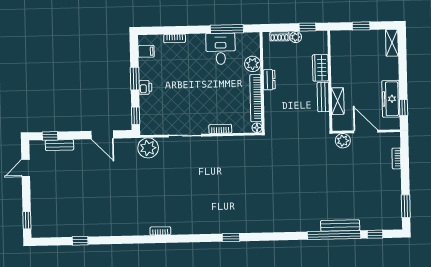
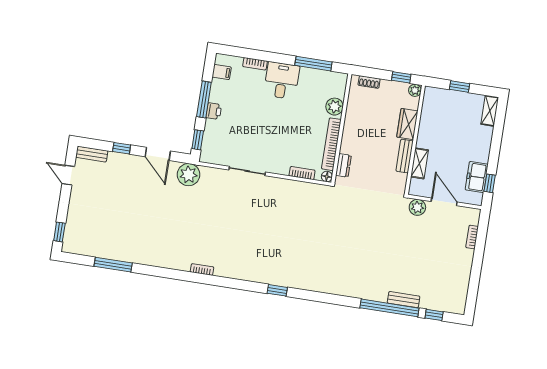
plant: (296, 37) -> (415, 90), moved
desk: (221, 49) -> (282, 81), moved
window: (135, 79) -> (204, 100), width x1.44
dresser: (269, 80) -> (343, 165), moved
freezer: (391, 99) -> (477, 177), width x0.71
bookcase: (220, 129) -> (302, 173), moved
window: (50, 136) -> (122, 148), moved
bench: (60, 145) -> (92, 154), moved
plant: (148, 148) -> (189, 175), moved
door: (26, 168) -> (68, 175), hinge flipped
window: (406, 206) -> (473, 290), removed
bench: (340, 225) -> (404, 300), width x0.73
window: (80, 241) -> (113, 265), width x2.17

